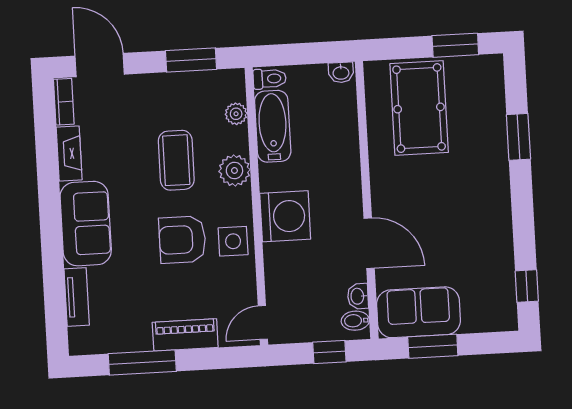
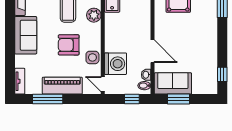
washing machine: (285, 216) -> (115, 64), moved
side table: (233, 241) -> (92, 57), moved
tv unit: (77, 297) -> (20, 81), moved
door: (263, 322) -> (103, 84), hinge flipped
piano: (185, 335) -> (62, 86), width x1.37, depth x1.33

